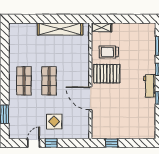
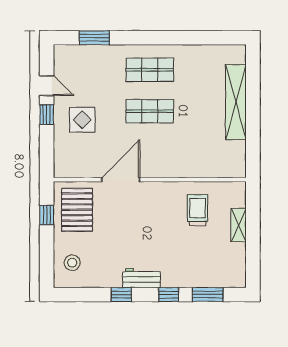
shelving: (101, 27) -> (239, 225), moved
shelving: (60, 29) -> (236, 102), moved
pallet: (107, 74) -> (77, 210), moved
stool: (140, 128) -> (72, 263), added

